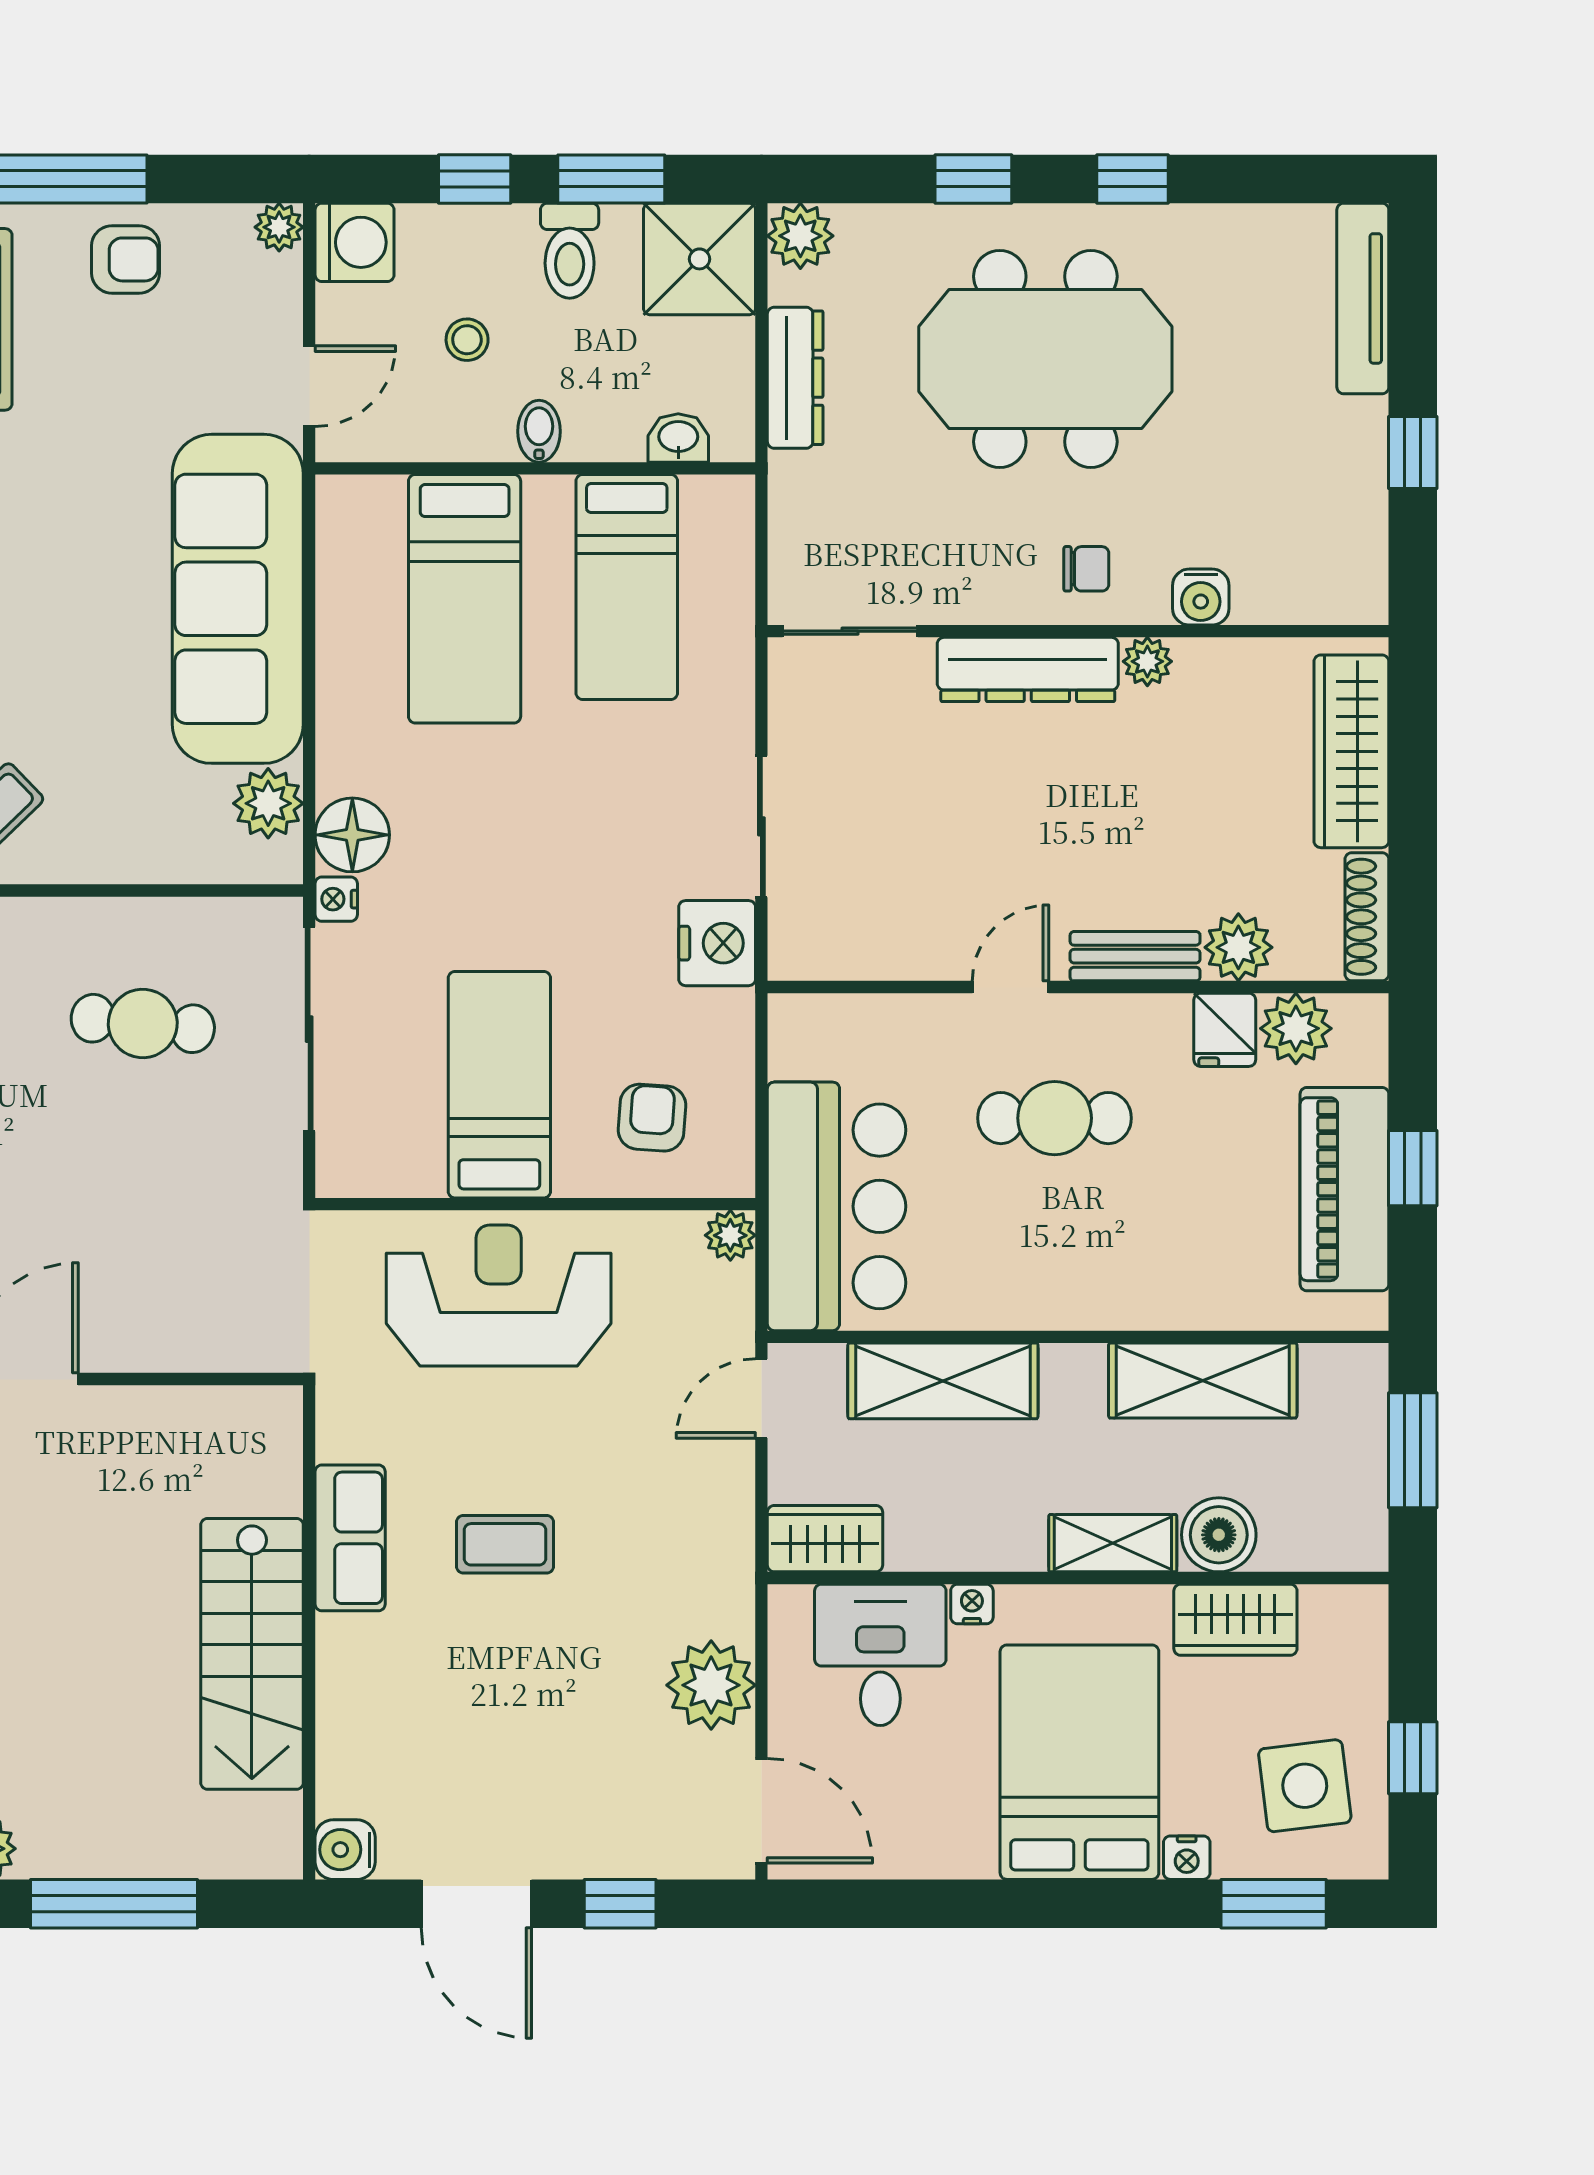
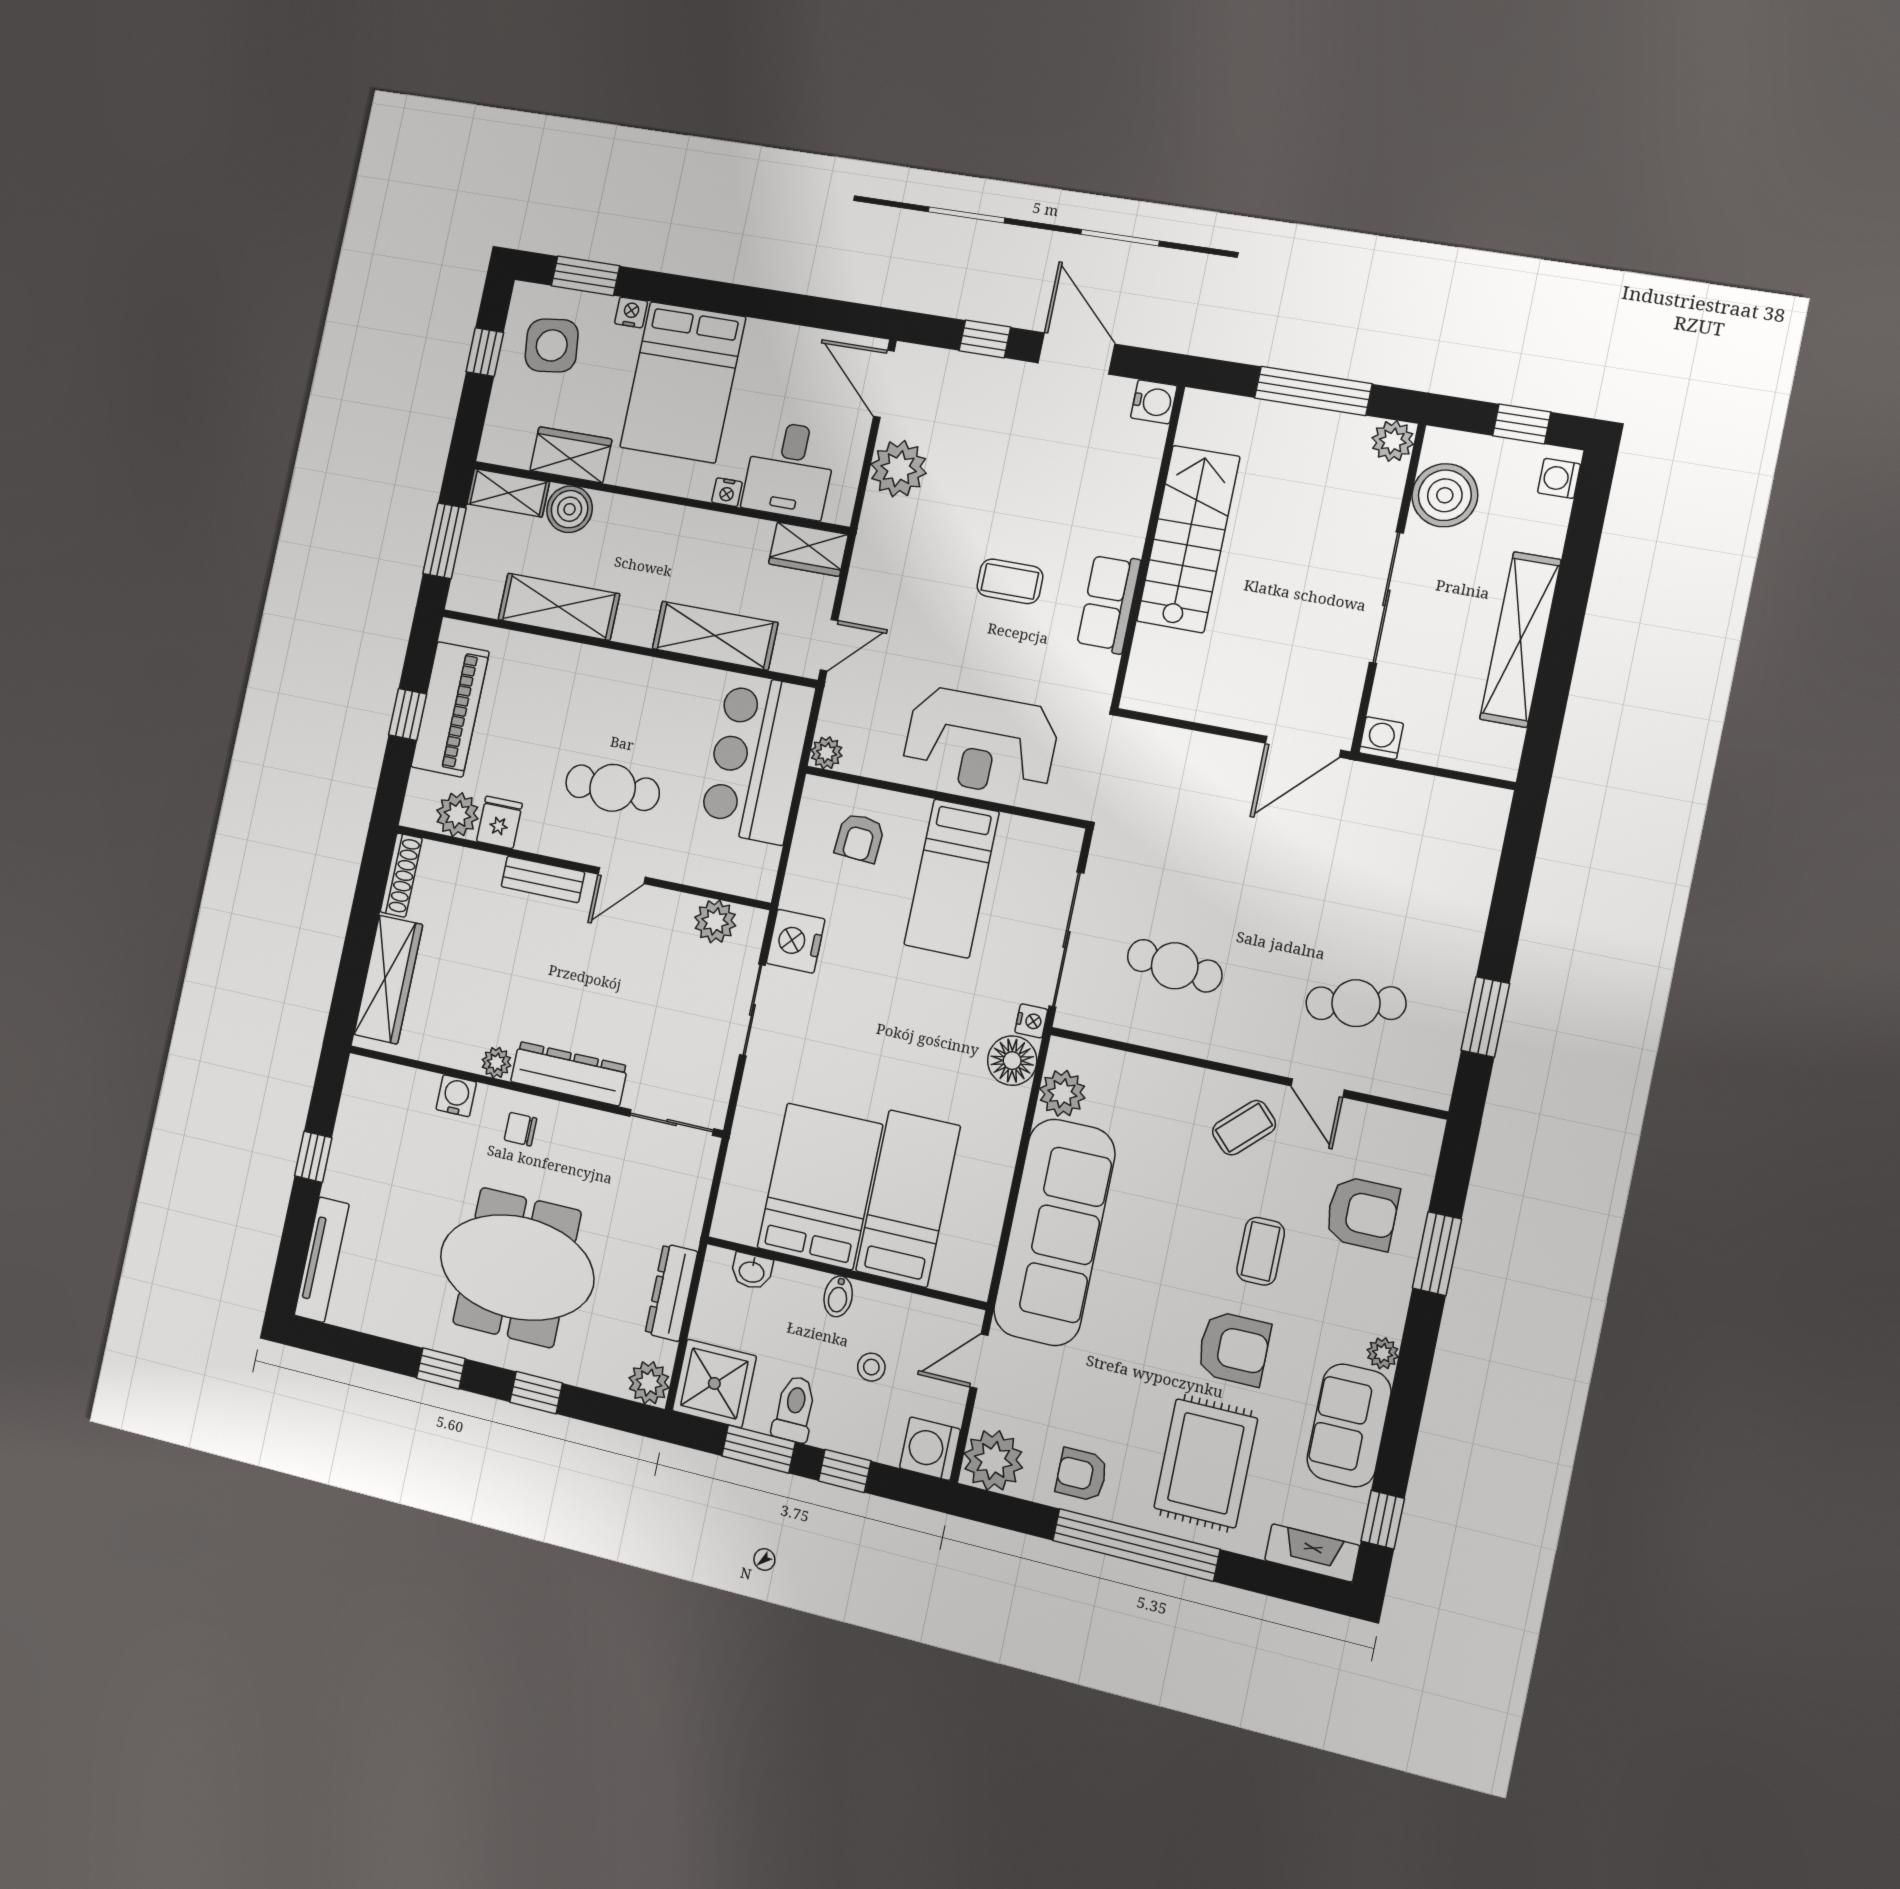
plant: (279, 227) -> (993, 1460), width x1.88, depth x1.88
bed: (627, 587) -> (820, 1186), width x1.50
plant: (1238, 947) -> (715, 921), moved
shelving: (1113, 1543) -> (508, 493), moved

